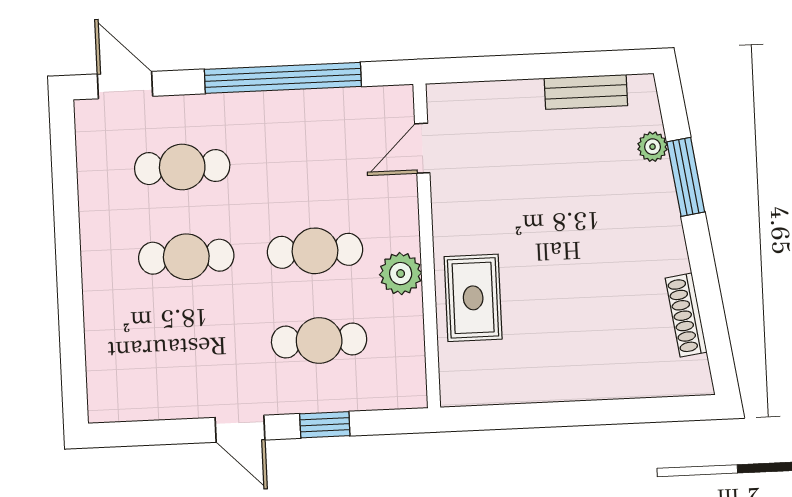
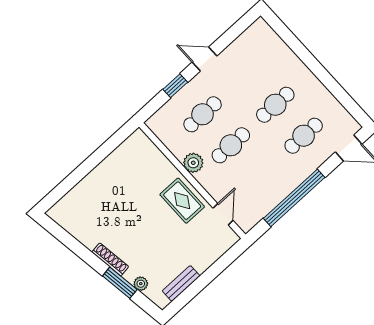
rug: (473, 298) -> (182, 201), moved
shoe rack: (686, 315) -> (110, 259), moved

